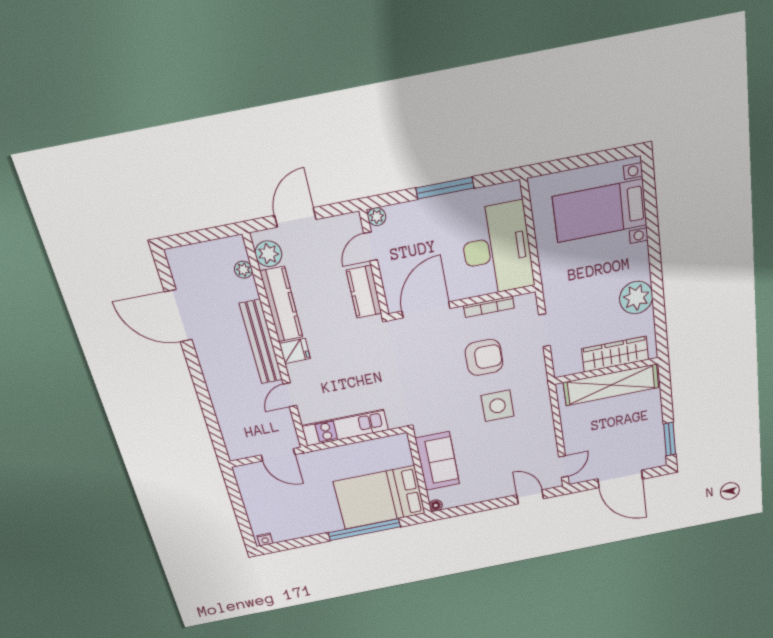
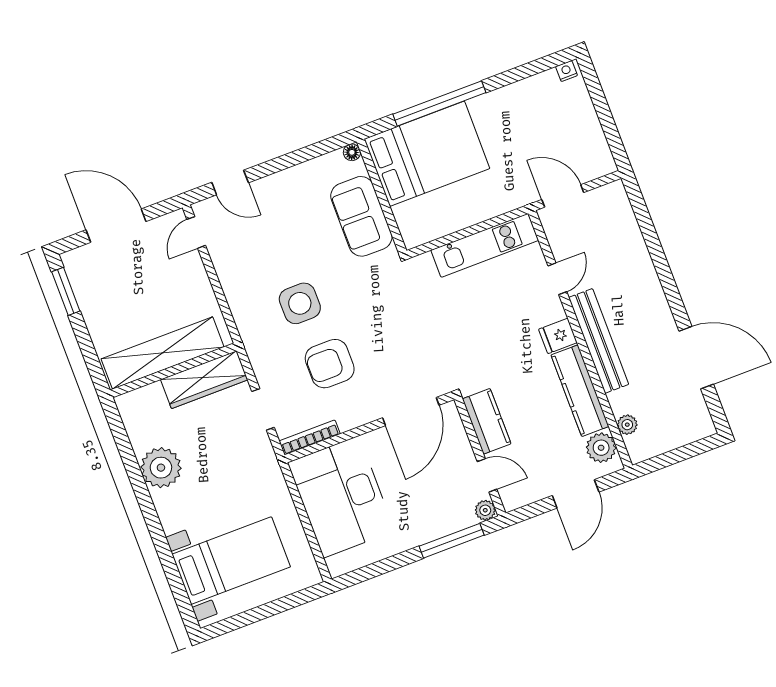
window: (445, 188) -> (452, 541), moved
door: (371, 247) -> (487, 475), hinge flipped
bookcase: (489, 307) -> (310, 437), moved
wardrobe: (615, 354) -> (204, 380), moved

